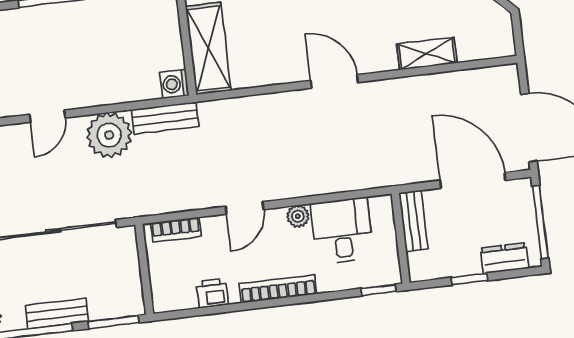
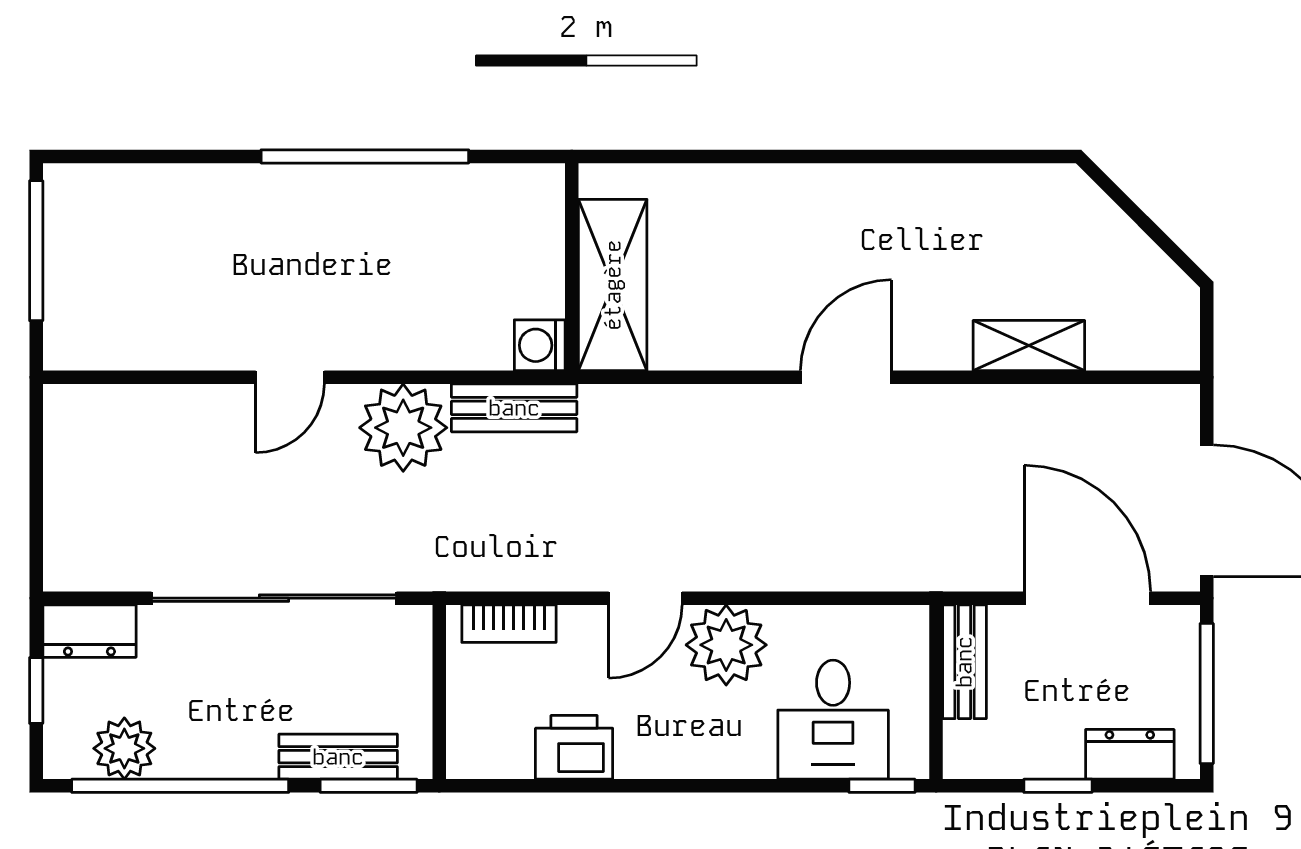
door: (334, 81) -> (846, 377), hinge flipped
plant: (298, 216) -> (726, 645), width x1.87, depth x1.87
desk: (342, 231) -> (833, 720), moved, turned 180
bookcase: (278, 289) -> (690, 760), removed
printer: (212, 293) -> (574, 747), width x1.36, depth x1.24
bench: (57, 314) -> (338, 757), moved

